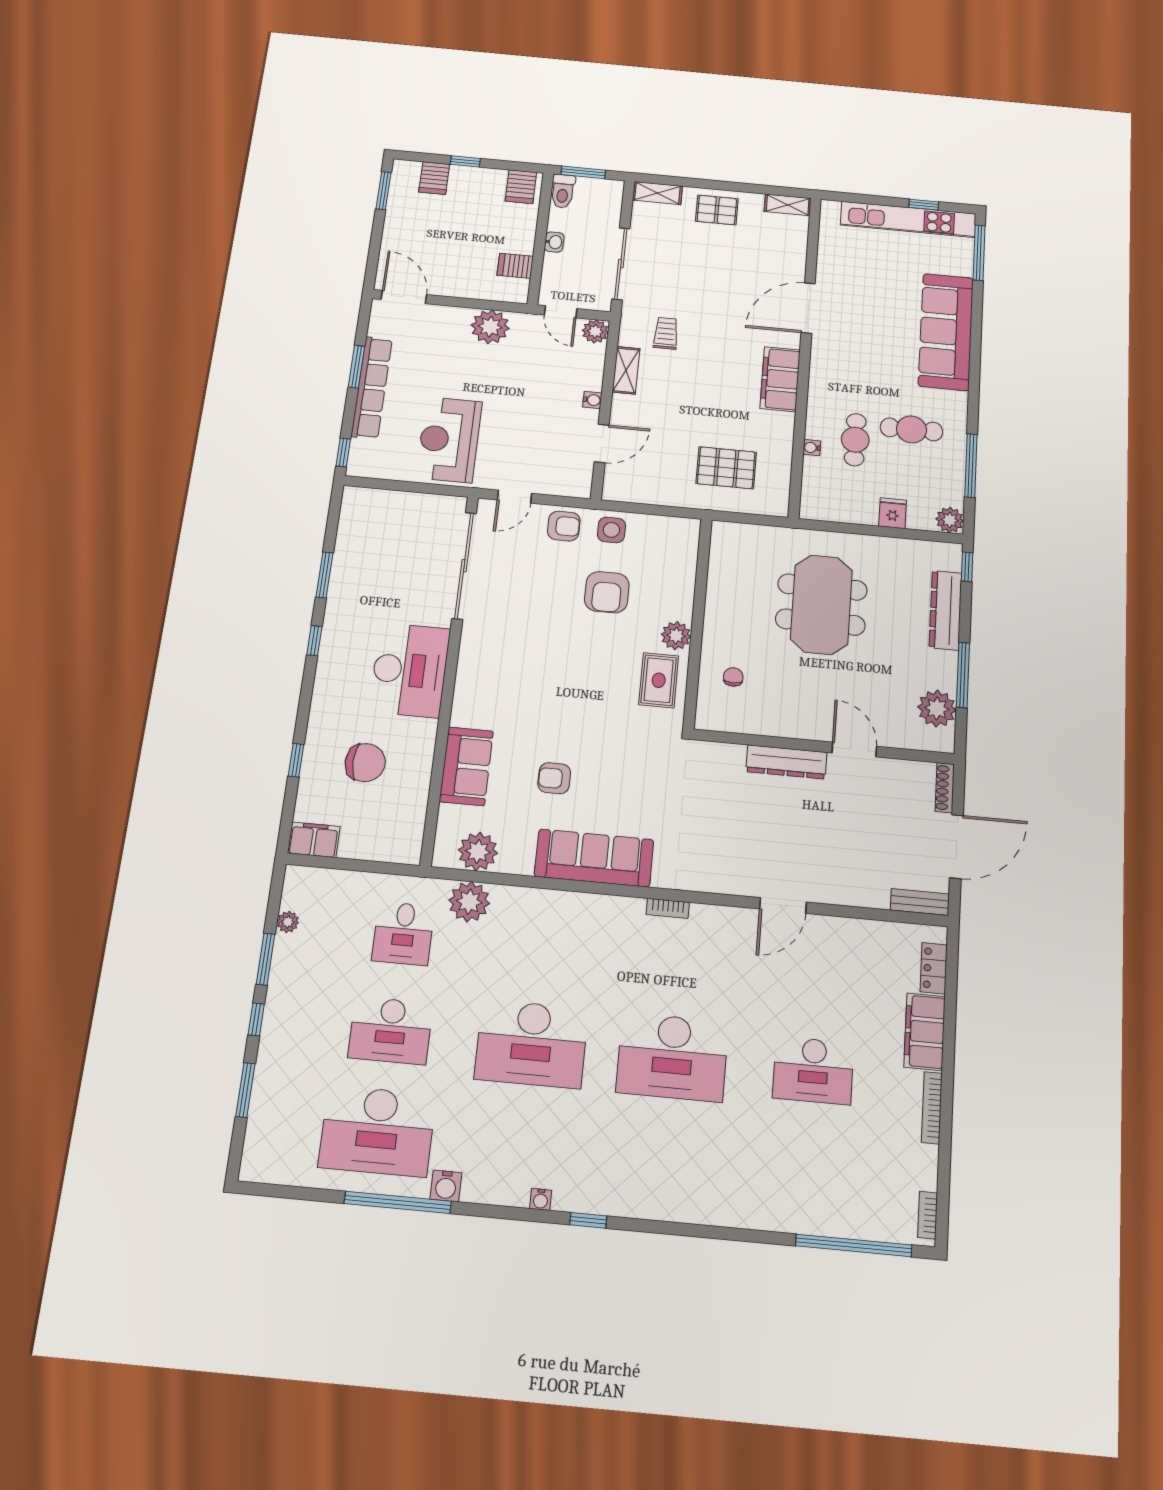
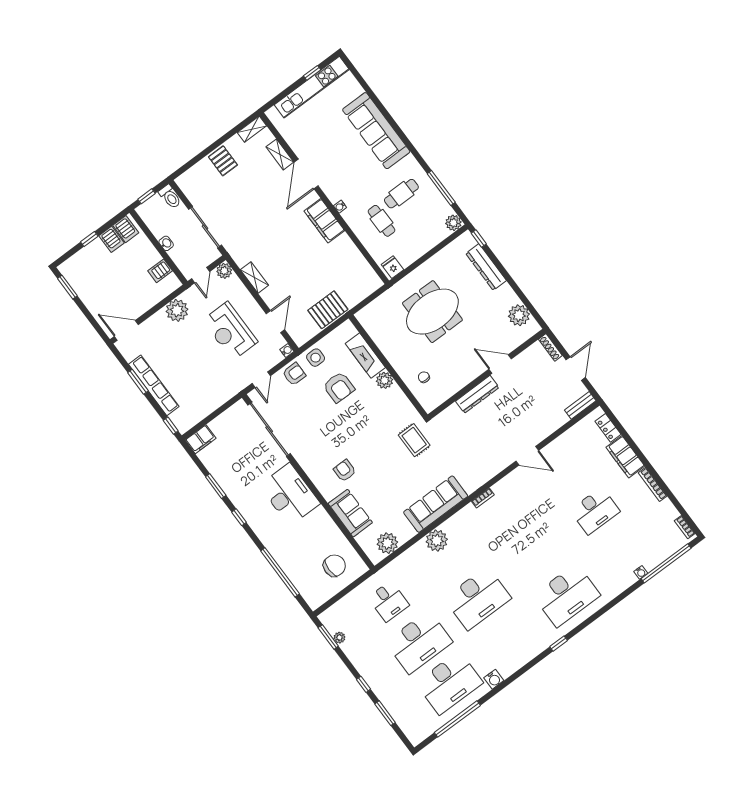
window: (583, 172) -> (147, 196), width x0.67
server rack: (434, 178) -> (112, 239), moved
toilet: (563, 191) -> (170, 197), moved
shelving: (657, 193) -> (280, 154), moved, turned 90
pallet: (717, 210) -> (223, 161), turned 90
window: (979, 253) -> (358, 76), removed
door: (561, 312) -> (201, 275), hinge flipped
trolley: (666, 333) -> (256, 244), removed
water cooler: (592, 400) -> (287, 351), moved
reception desk: (449, 440) -> (230, 331), moved
water cooler: (812, 448) -> (340, 207), moved
pallet: (726, 468) -> (328, 310), moved
fridge: (893, 513) -> (392, 267), moved
fireplace: (680, 583) -> (365, 356), added
meeting table: (821, 605) -> (432, 312), turned 90
window: (963, 675) -> (517, 290), removed
rug: (659, 680) -> (414, 440), moved
window: (296, 760) -> (280, 572), width x3.17
chair: (365, 763) -> (334, 566), moved
armchair: (554, 778) -> (345, 471), moved, turned 90
filing cabinet: (314, 840) -> (201, 439), moved, turned 180
door: (956, 847) -> (576, 369), width x0.73
plant: (469, 902) -> (437, 540), moved
door: (783, 905) -> (527, 456), hinge flipped
window: (265, 959) -> (328, 637), moved
desk: (391, 1030) -> (419, 642), width x1.36, depth x1.30
desk: (672, 1057) -> (567, 595), moved
water cooler: (541, 1199) -> (641, 572), moved
window: (398, 1202) -> (457, 719), moved

